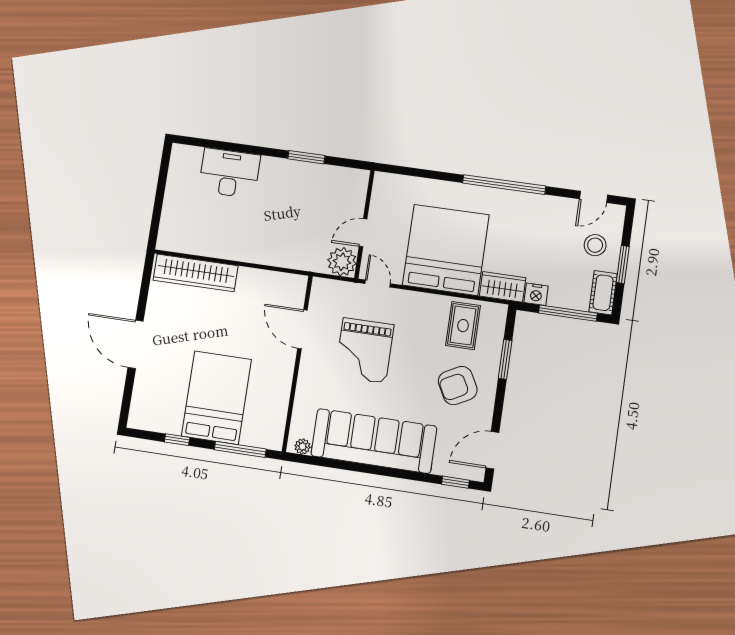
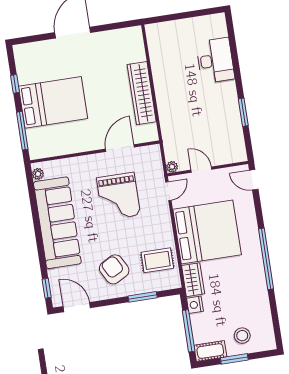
door: (593, 197) -> (254, 180), moved
plant: (342, 262) -> (172, 167), width x0.53, depth x0.53
wardrobe: (196, 273) -> (142, 93), moved
grand piano: (364, 350) -> (118, 196), turned -90

